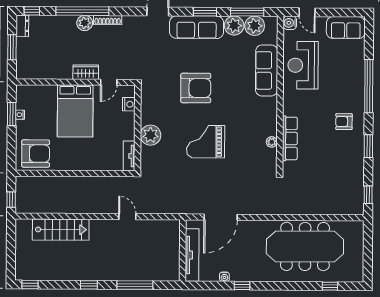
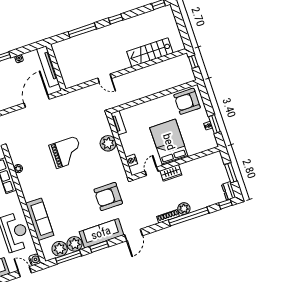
armchair: (196, 88) -> (108, 196), moved

